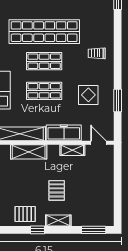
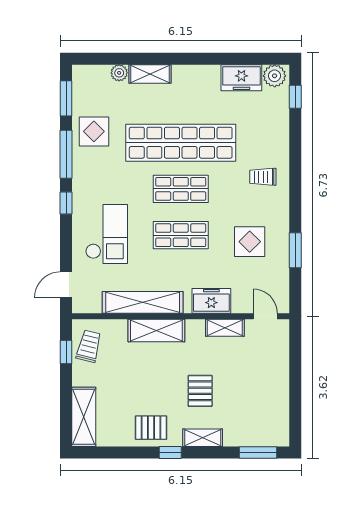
freezer: (64, 133) -> (211, 301), width x0.71

